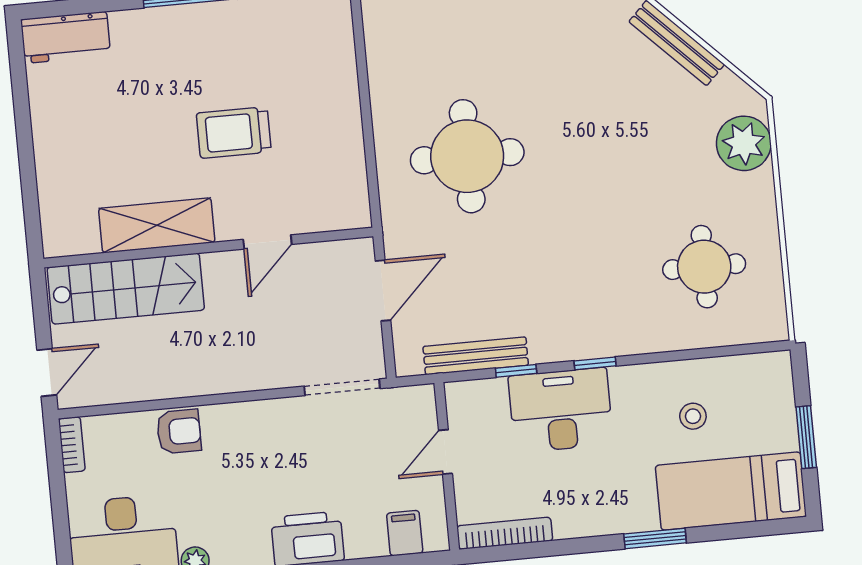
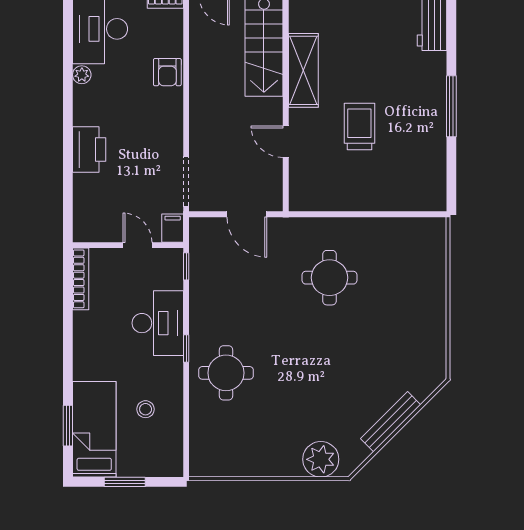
round table: (467, 156) -> (329, 278), width x0.73, depth x0.73
round table: (704, 267) -> (226, 373), moved
bench: (476, 356) -> (198, 271), removed
window: (516, 371) -> (186, 266), moved
filing cabinet: (405, 533) -> (173, 228), moved, turned -90
window: (655, 538) -> (68, 426), moved

